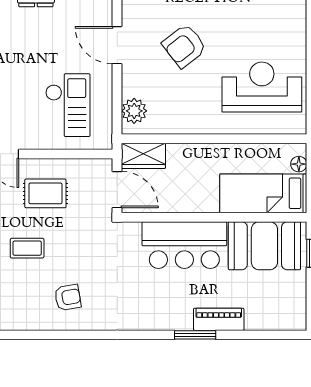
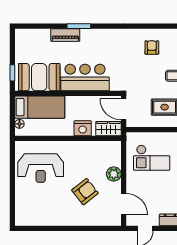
door: (117, 45) -> (124, 204), moved
checkout: (68, 105) -> (152, 158), turned -90
plant: (134, 111) -> (114, 174), moved
nightstand: (189, 156) -> (83, 128), added
armchair: (68, 297) -> (152, 48), turned 100

